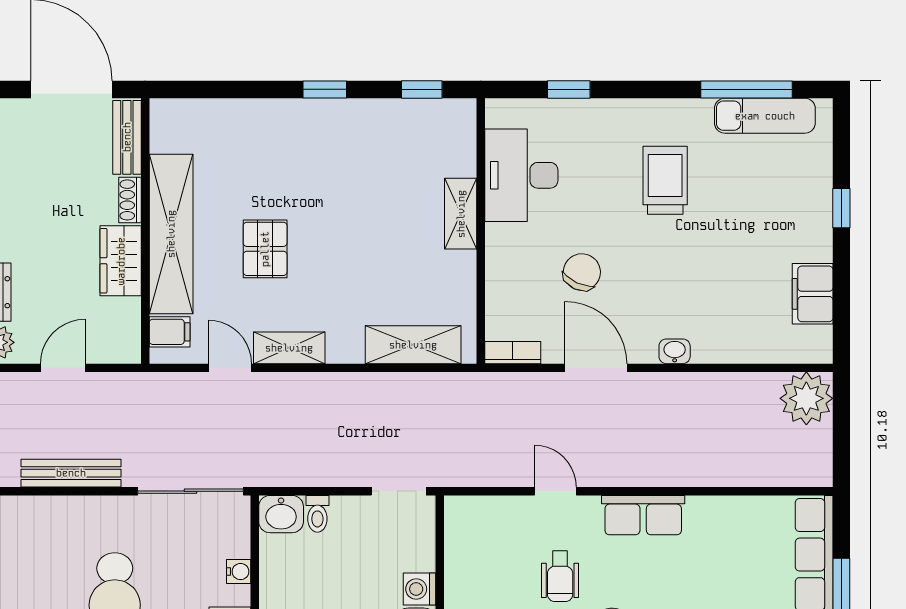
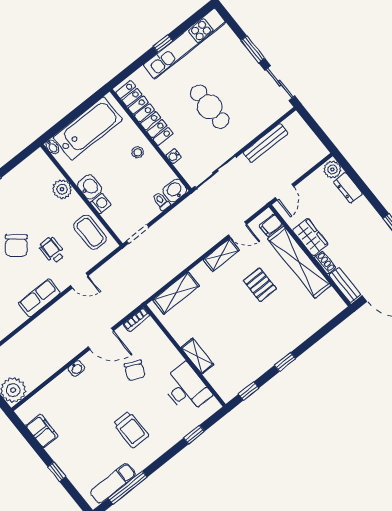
door: (63, 368) -> (285, 192), moved
coffee table: (474, 556) -> (90, 232), added

